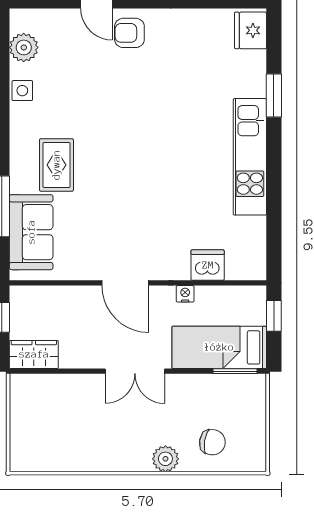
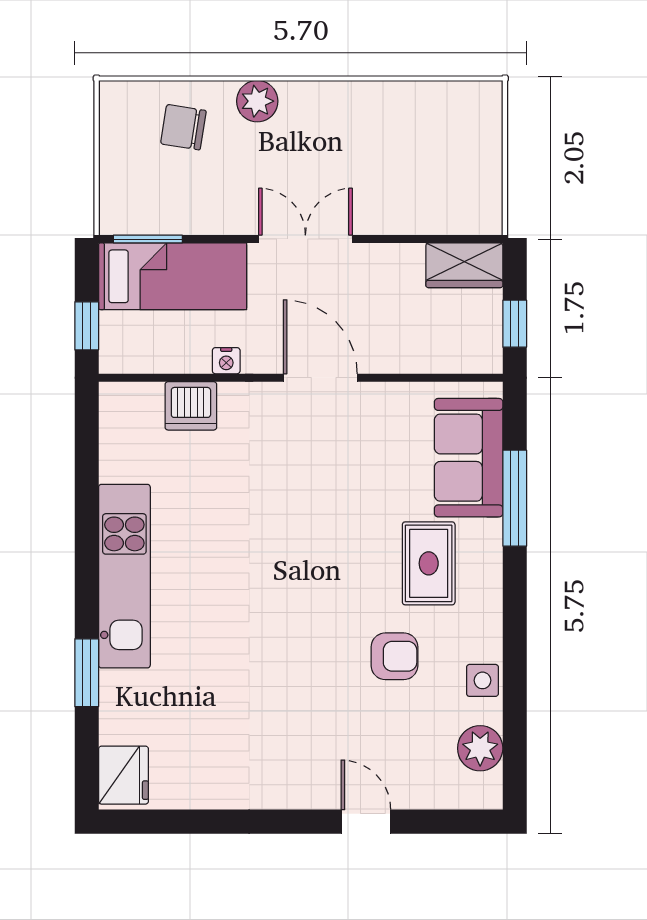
armchair: (129, 33) -> (394, 656), moved

